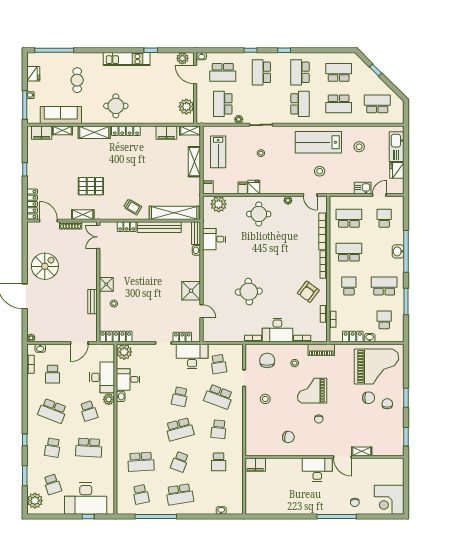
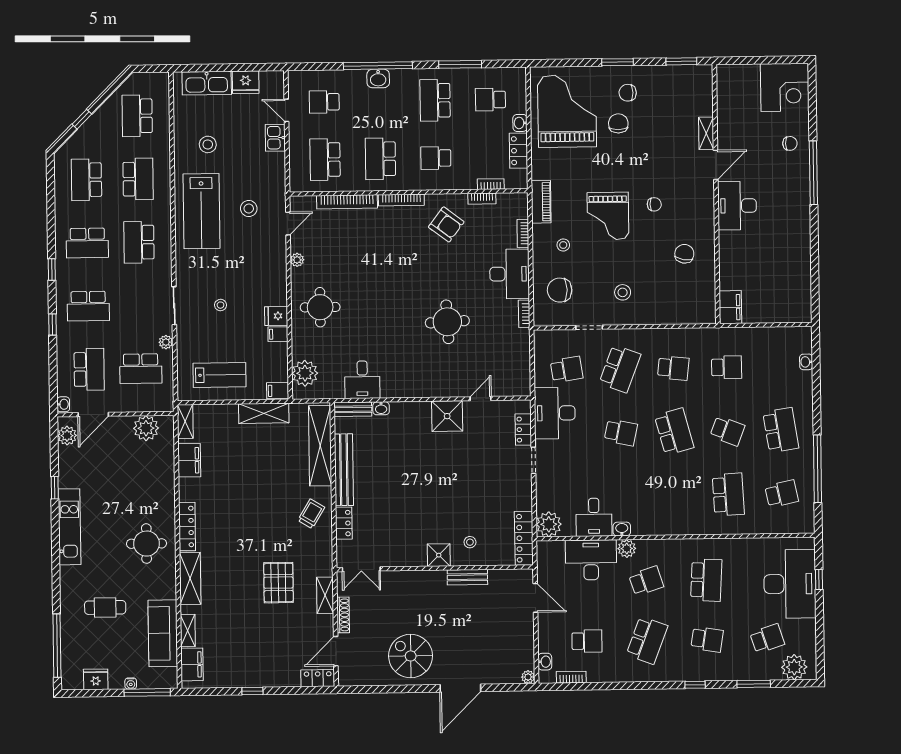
school desk: (300, 104) -> (139, 242), turned -90
shelving: (194, 162) -> (264, 413), moved
locker: (32, 204) -> (318, 678), width x0.66

